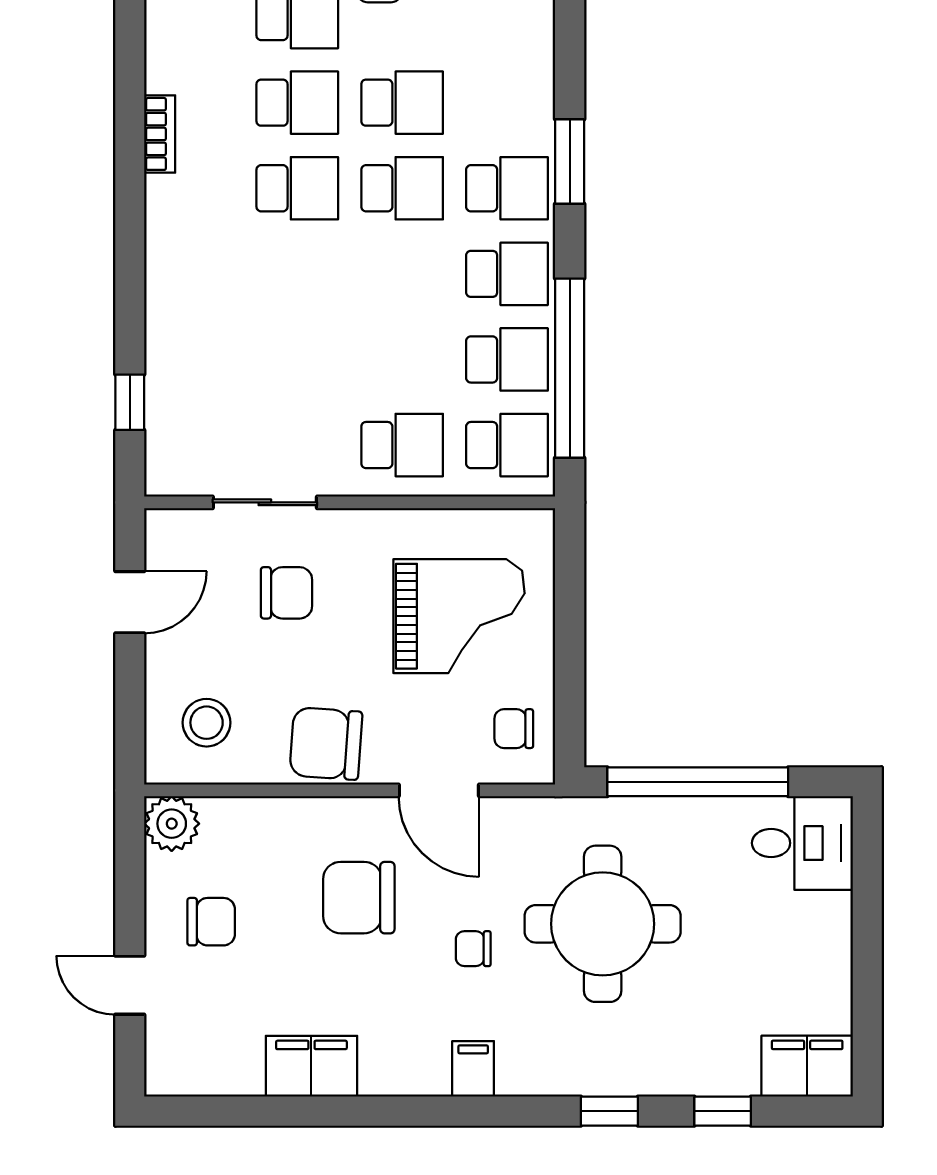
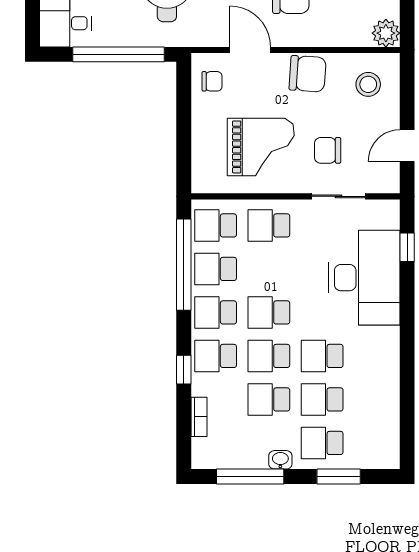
bookcase: (160, 134) -> (199, 417), moved, turned 180
window: (570, 162) -> (184, 370), width x0.67
school desk: (402, 274) -> (269, 312), added
desk: (214, 342) -> (364, 278), added
grand piano: (459, 616) -> (261, 147), moved, turned 180

